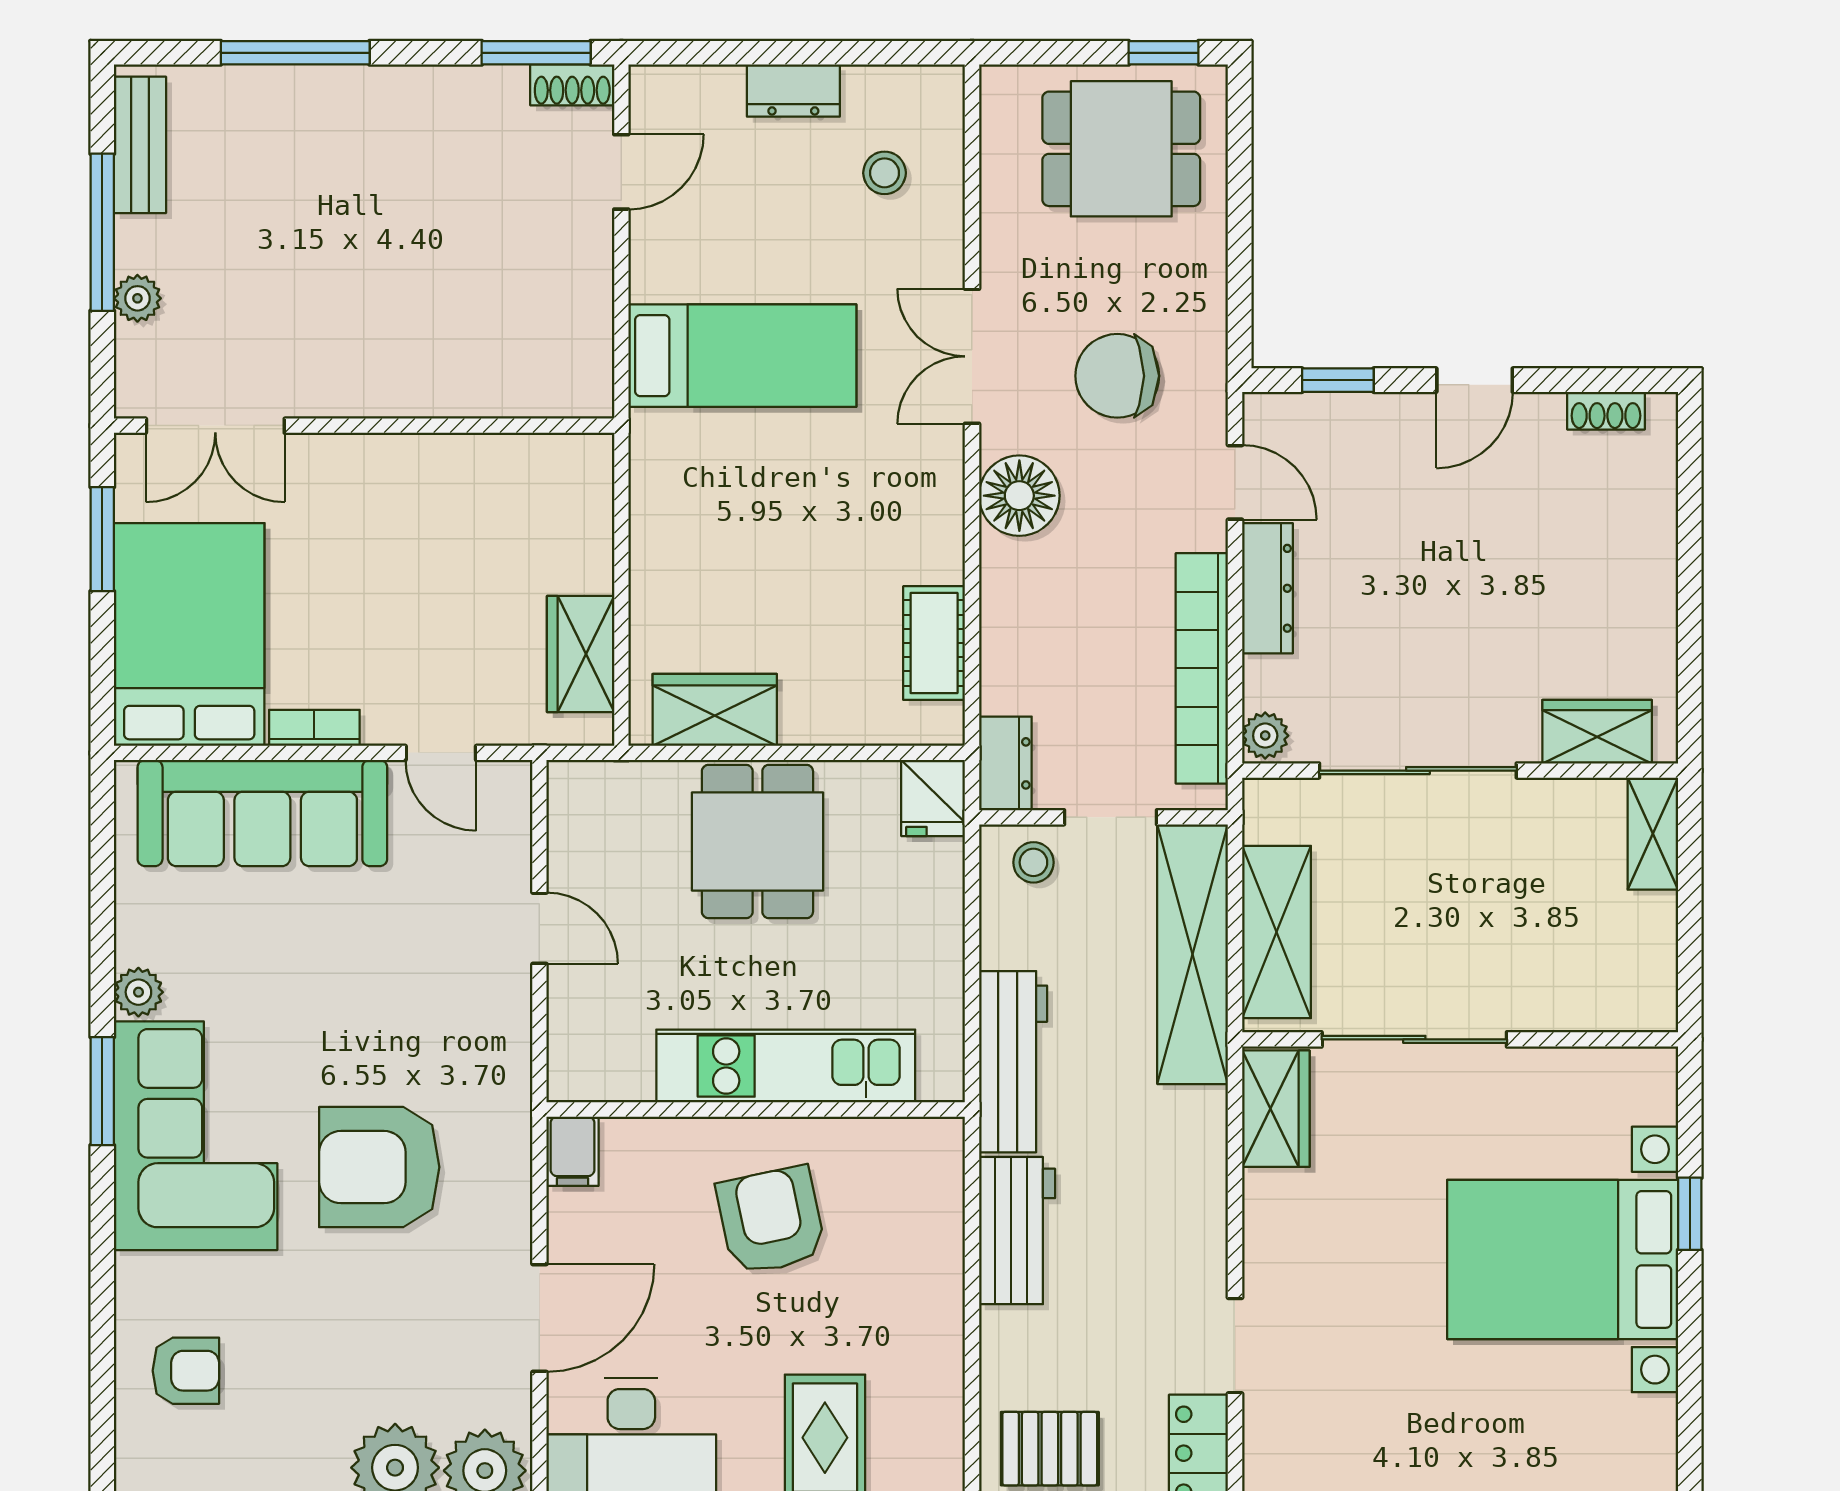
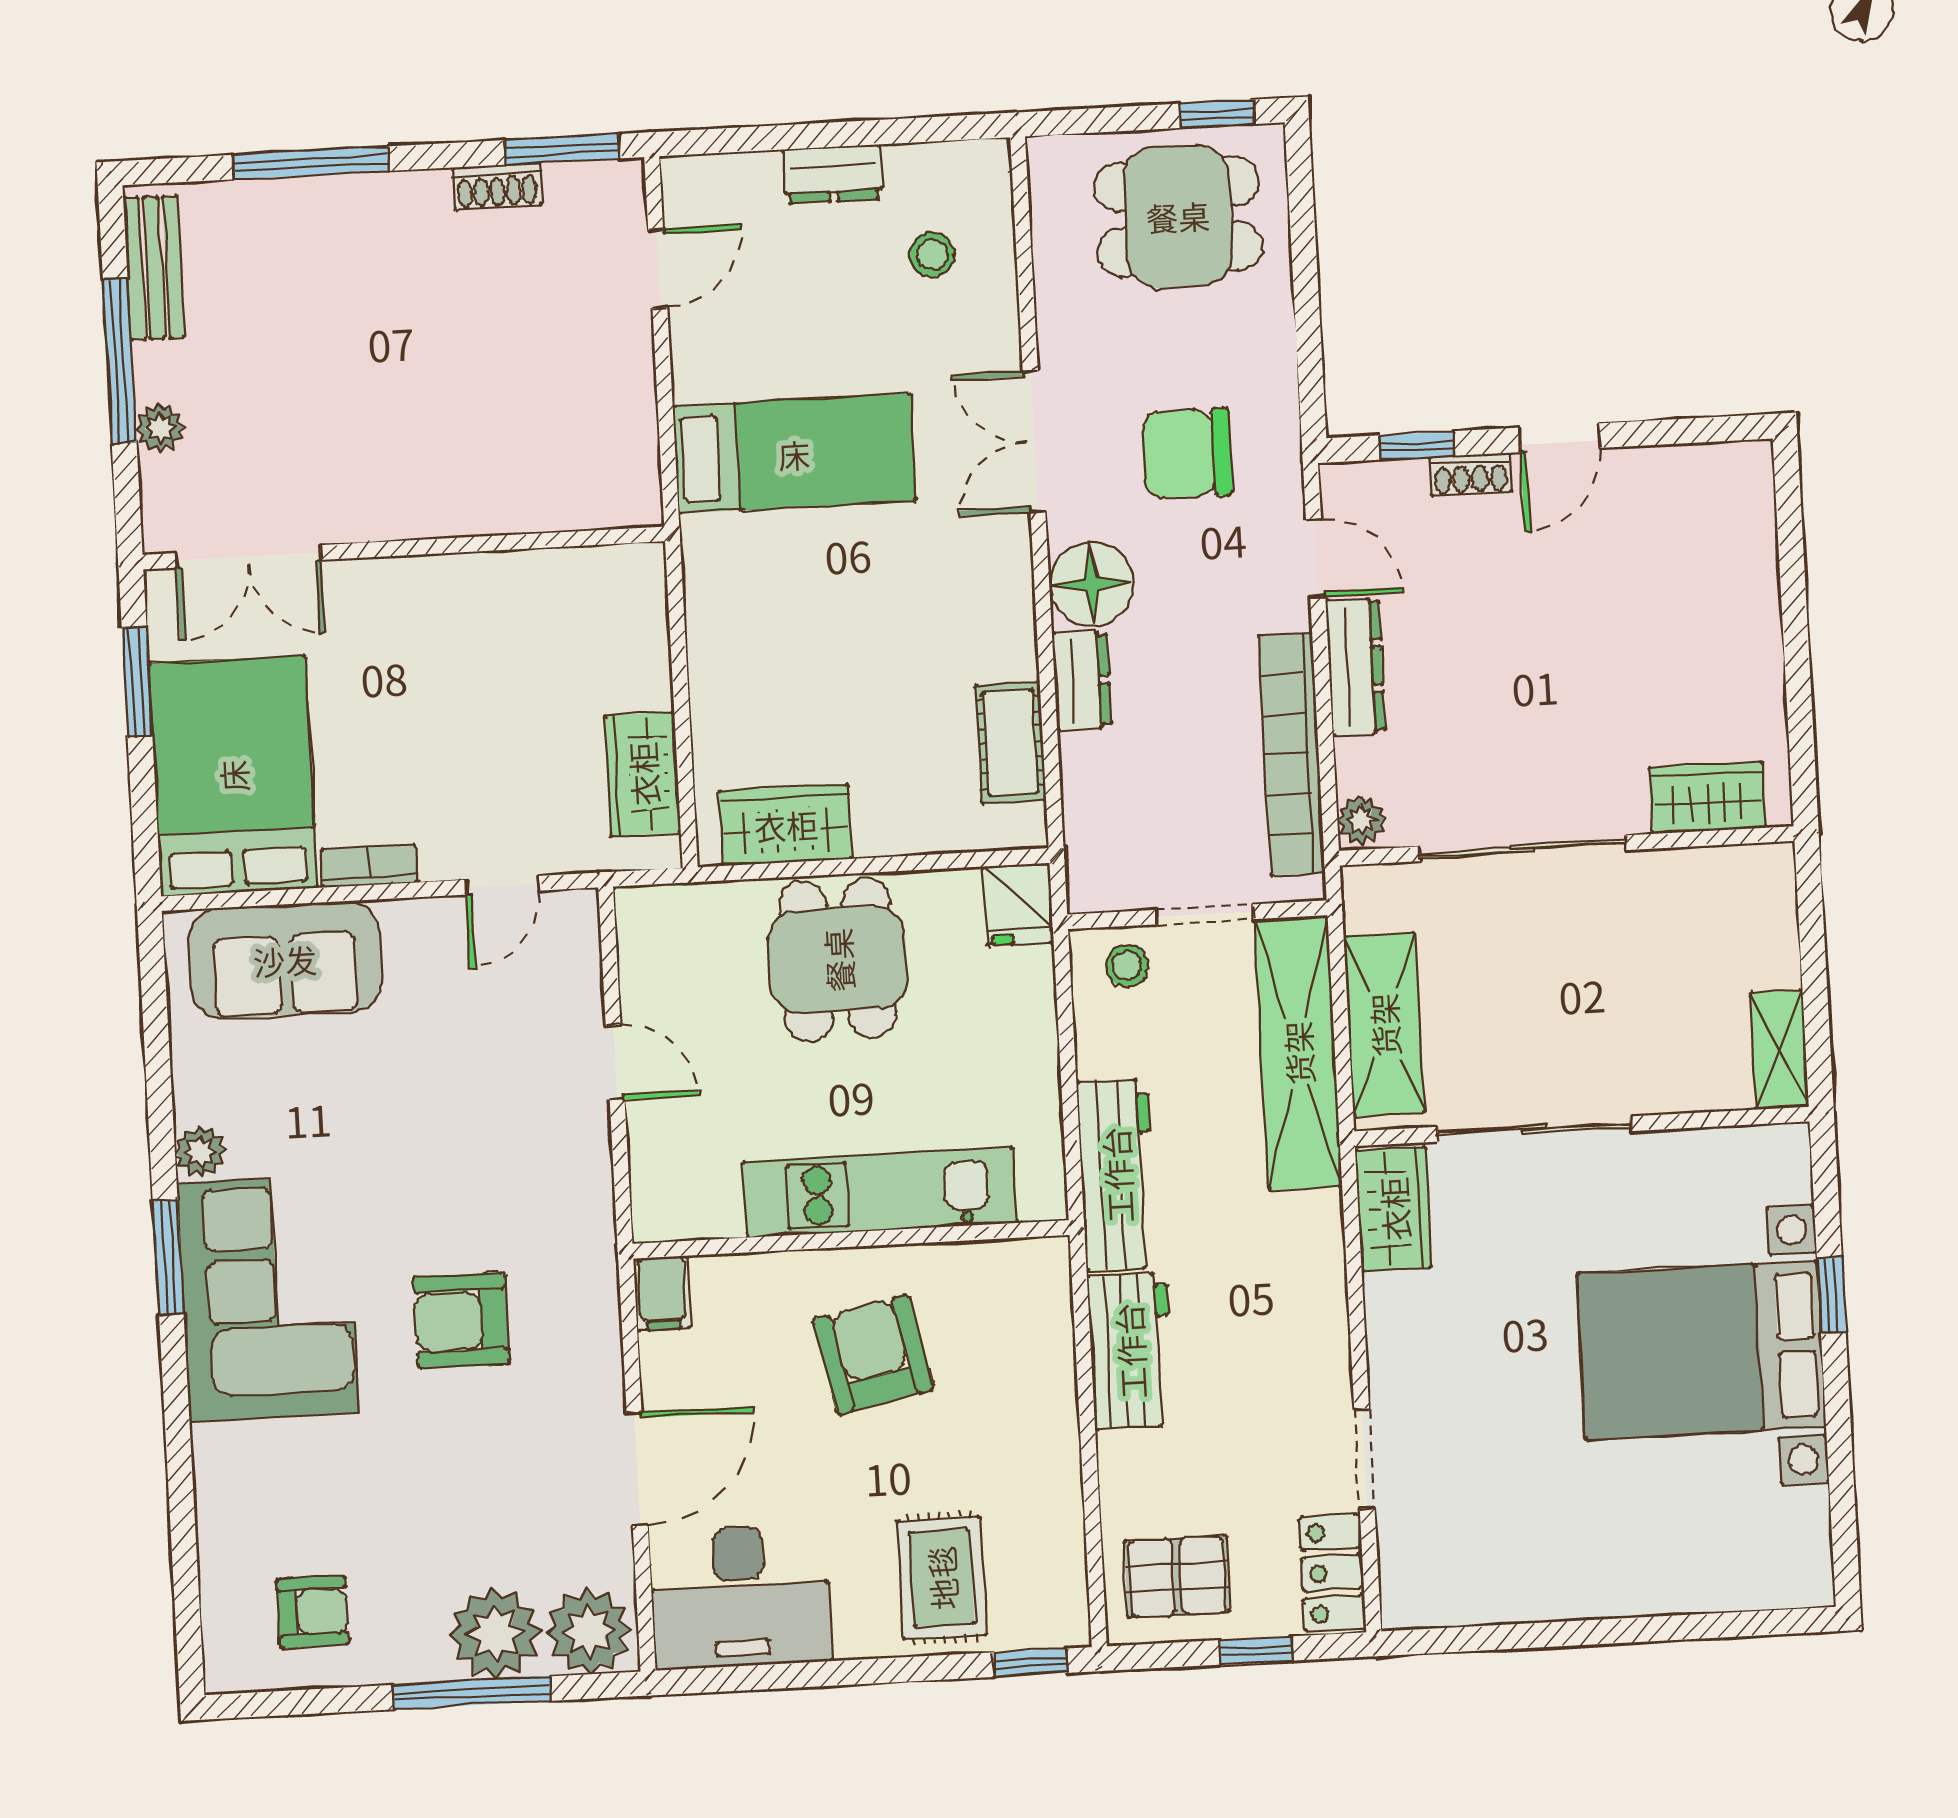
shoe rack: (572, 85) -> (497, 186), moved
shoe rack: (1606, 411) -> (1471, 475), moved
door: (441, 753) -> (502, 885), hinge flipped
dresser: (1005, 763) -> (1082, 681), moved
sofa: (262, 813) -> (285, 960), width x0.73
shelving: (1653, 834) -> (1779, 1050), moved
armchair: (379, 1167) -> (461, 1321), width x0.73, depth x0.73
armchair: (186, 1371) -> (313, 1612), moved

